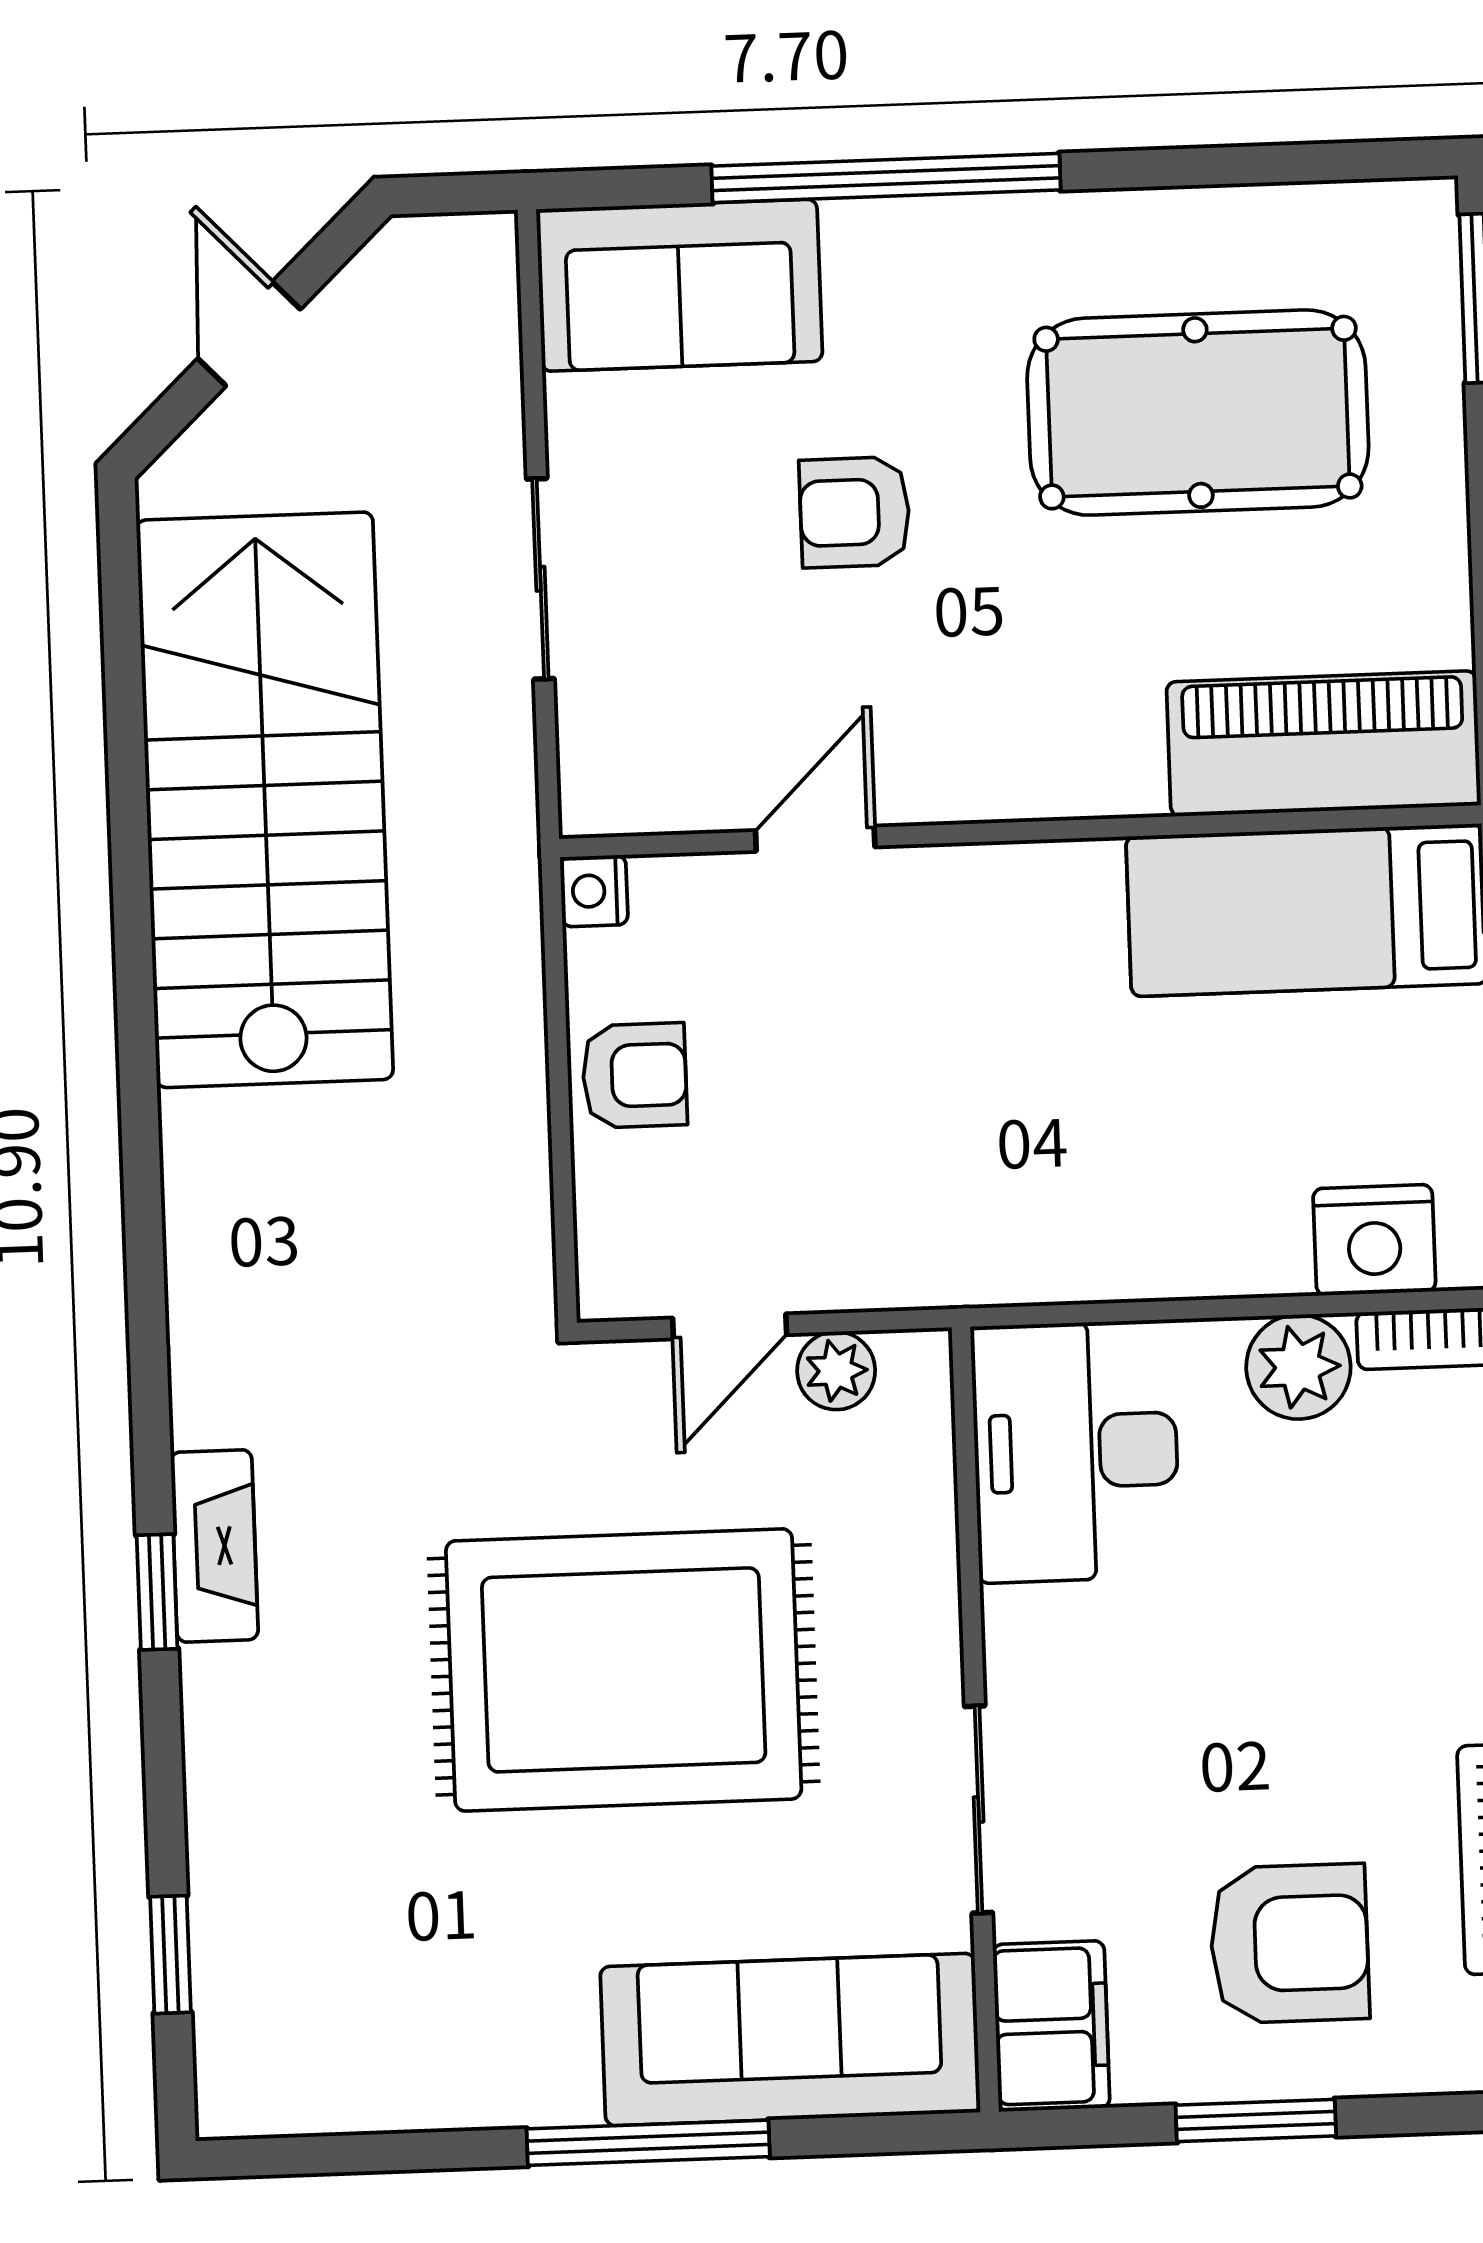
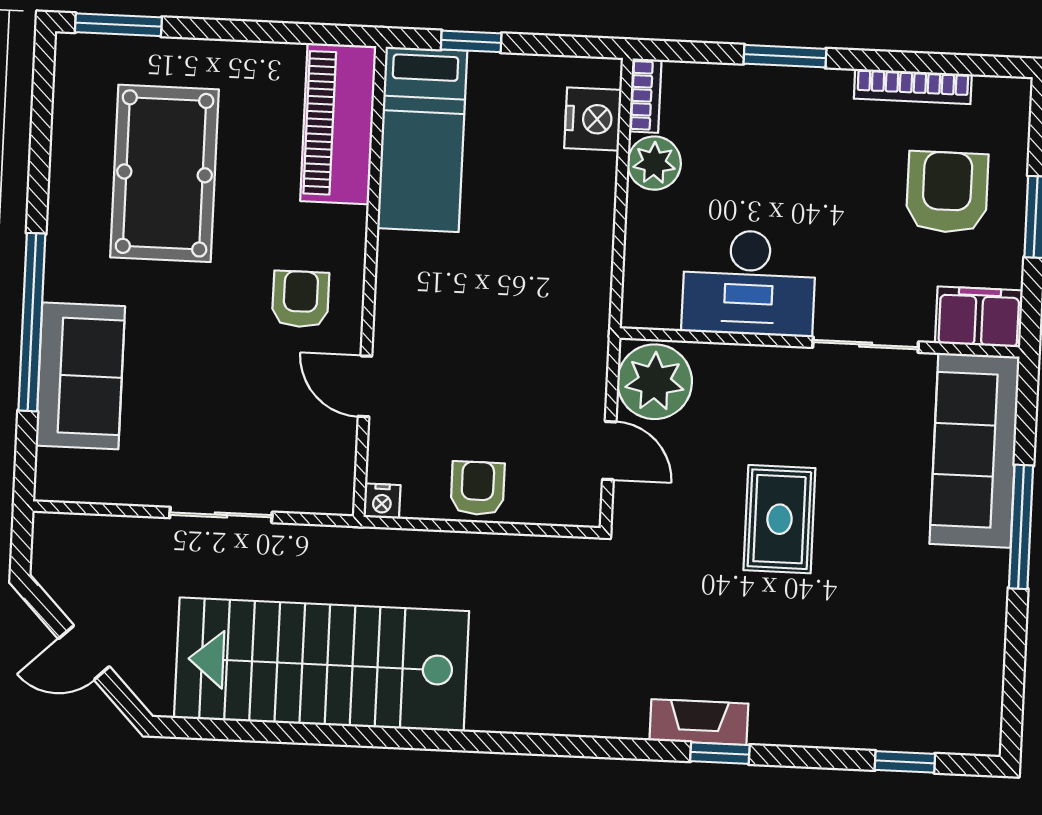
sofa: (679, 285) -> (80, 376), moved
armchair: (855, 512) -> (301, 299), moved, turned 180
plant: (836, 1371) -> (655, 382), width x1.87, depth x1.87
desk: (1076, 1451) -> (749, 283), moved
rug: (624, 1670) -> (779, 519), width x0.54, depth x0.49

